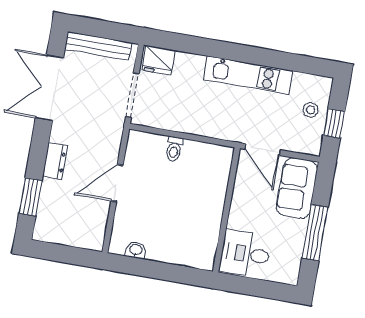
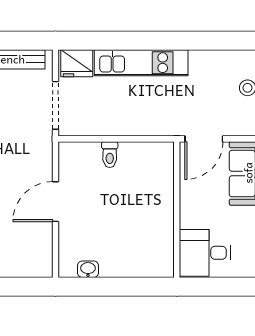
kitchen unit: (248, 75) -> (141, 63), moved
door: (263, 150) -> (204, 139), hinge flipped

